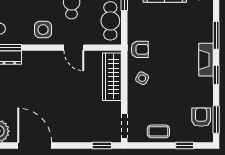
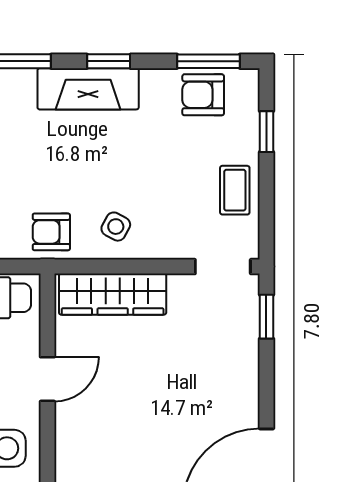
armchair: (140, 49) -> (51, 232), turned -90
fireplace: (206, 60) -> (88, 89), width x1.37, depth x1.32

